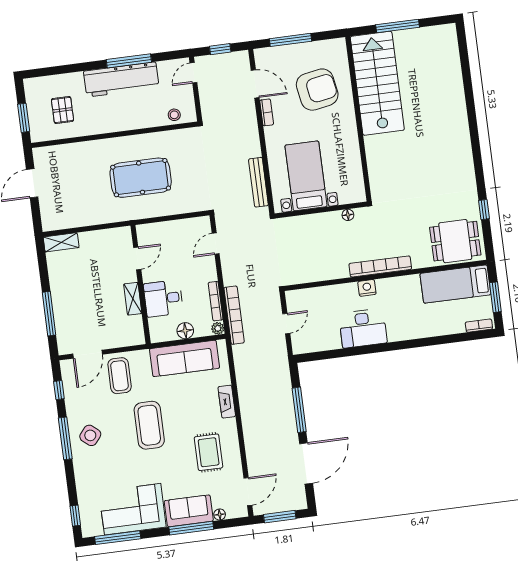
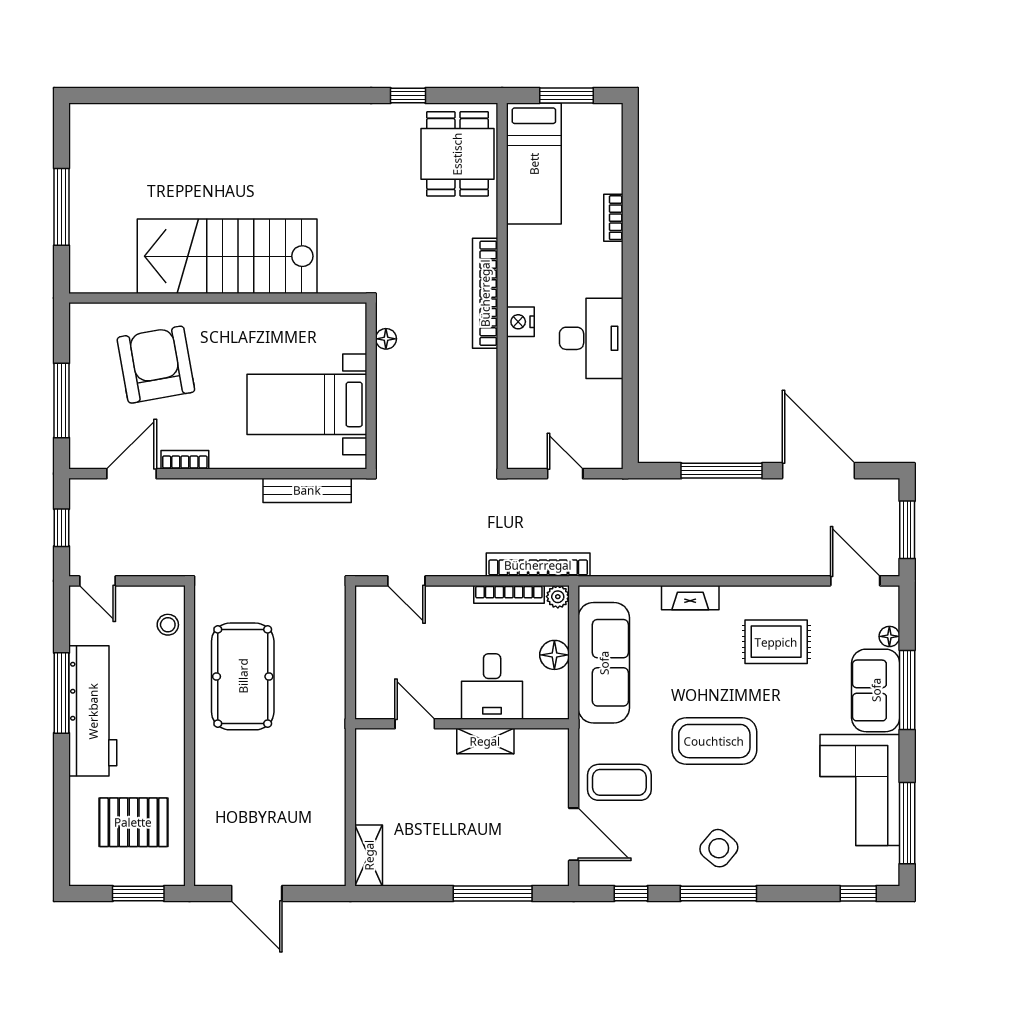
stairs: (377, 83) -> (227, 256), moved
pallet: (63, 110) -> (133, 822), width x1.50, depth x1.42
pool table: (141, 178) -> (243, 676), moved
bookcase: (479, 326) -> (613, 218), moved

